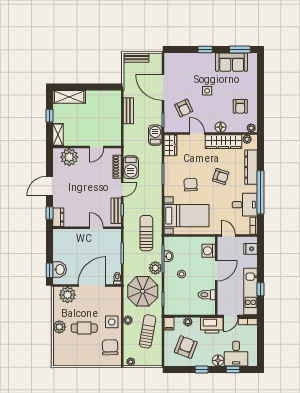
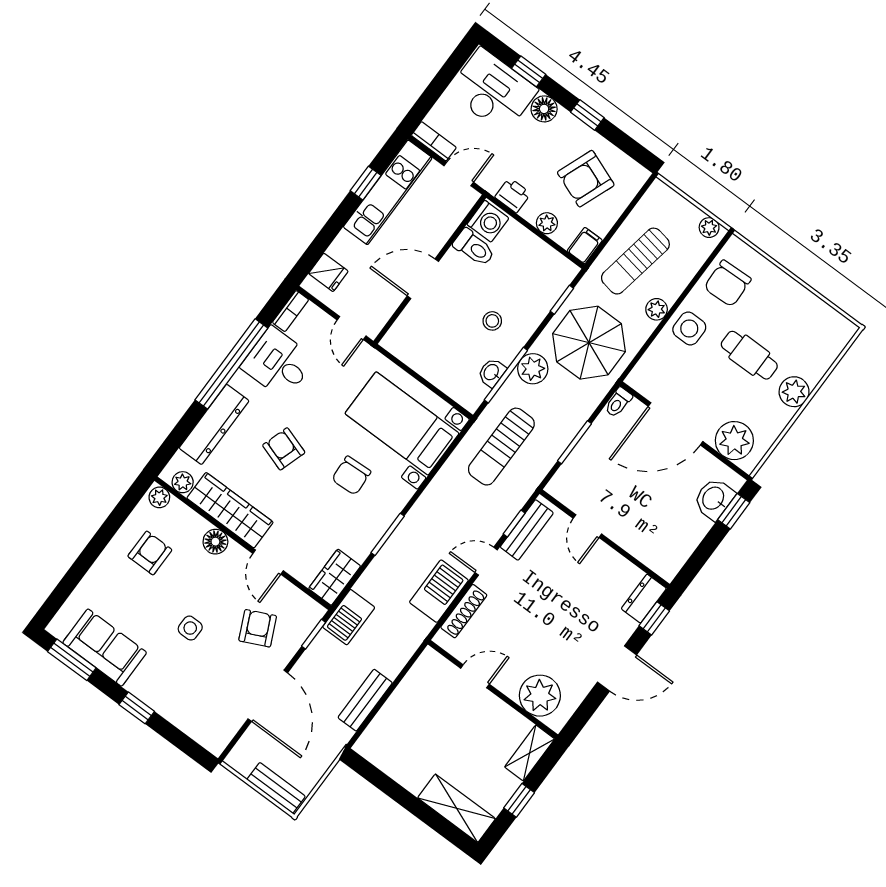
washing machine: (209, 251) -> (488, 221), moved
printer: (212, 325) -> (513, 195), width x0.53, depth x0.68
desk: (236, 354) -> (493, 91), width x1.37

